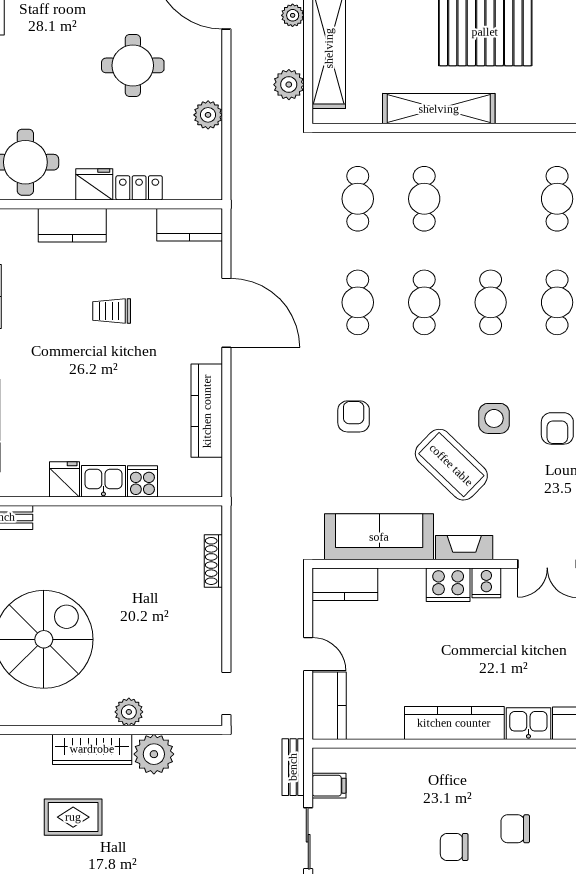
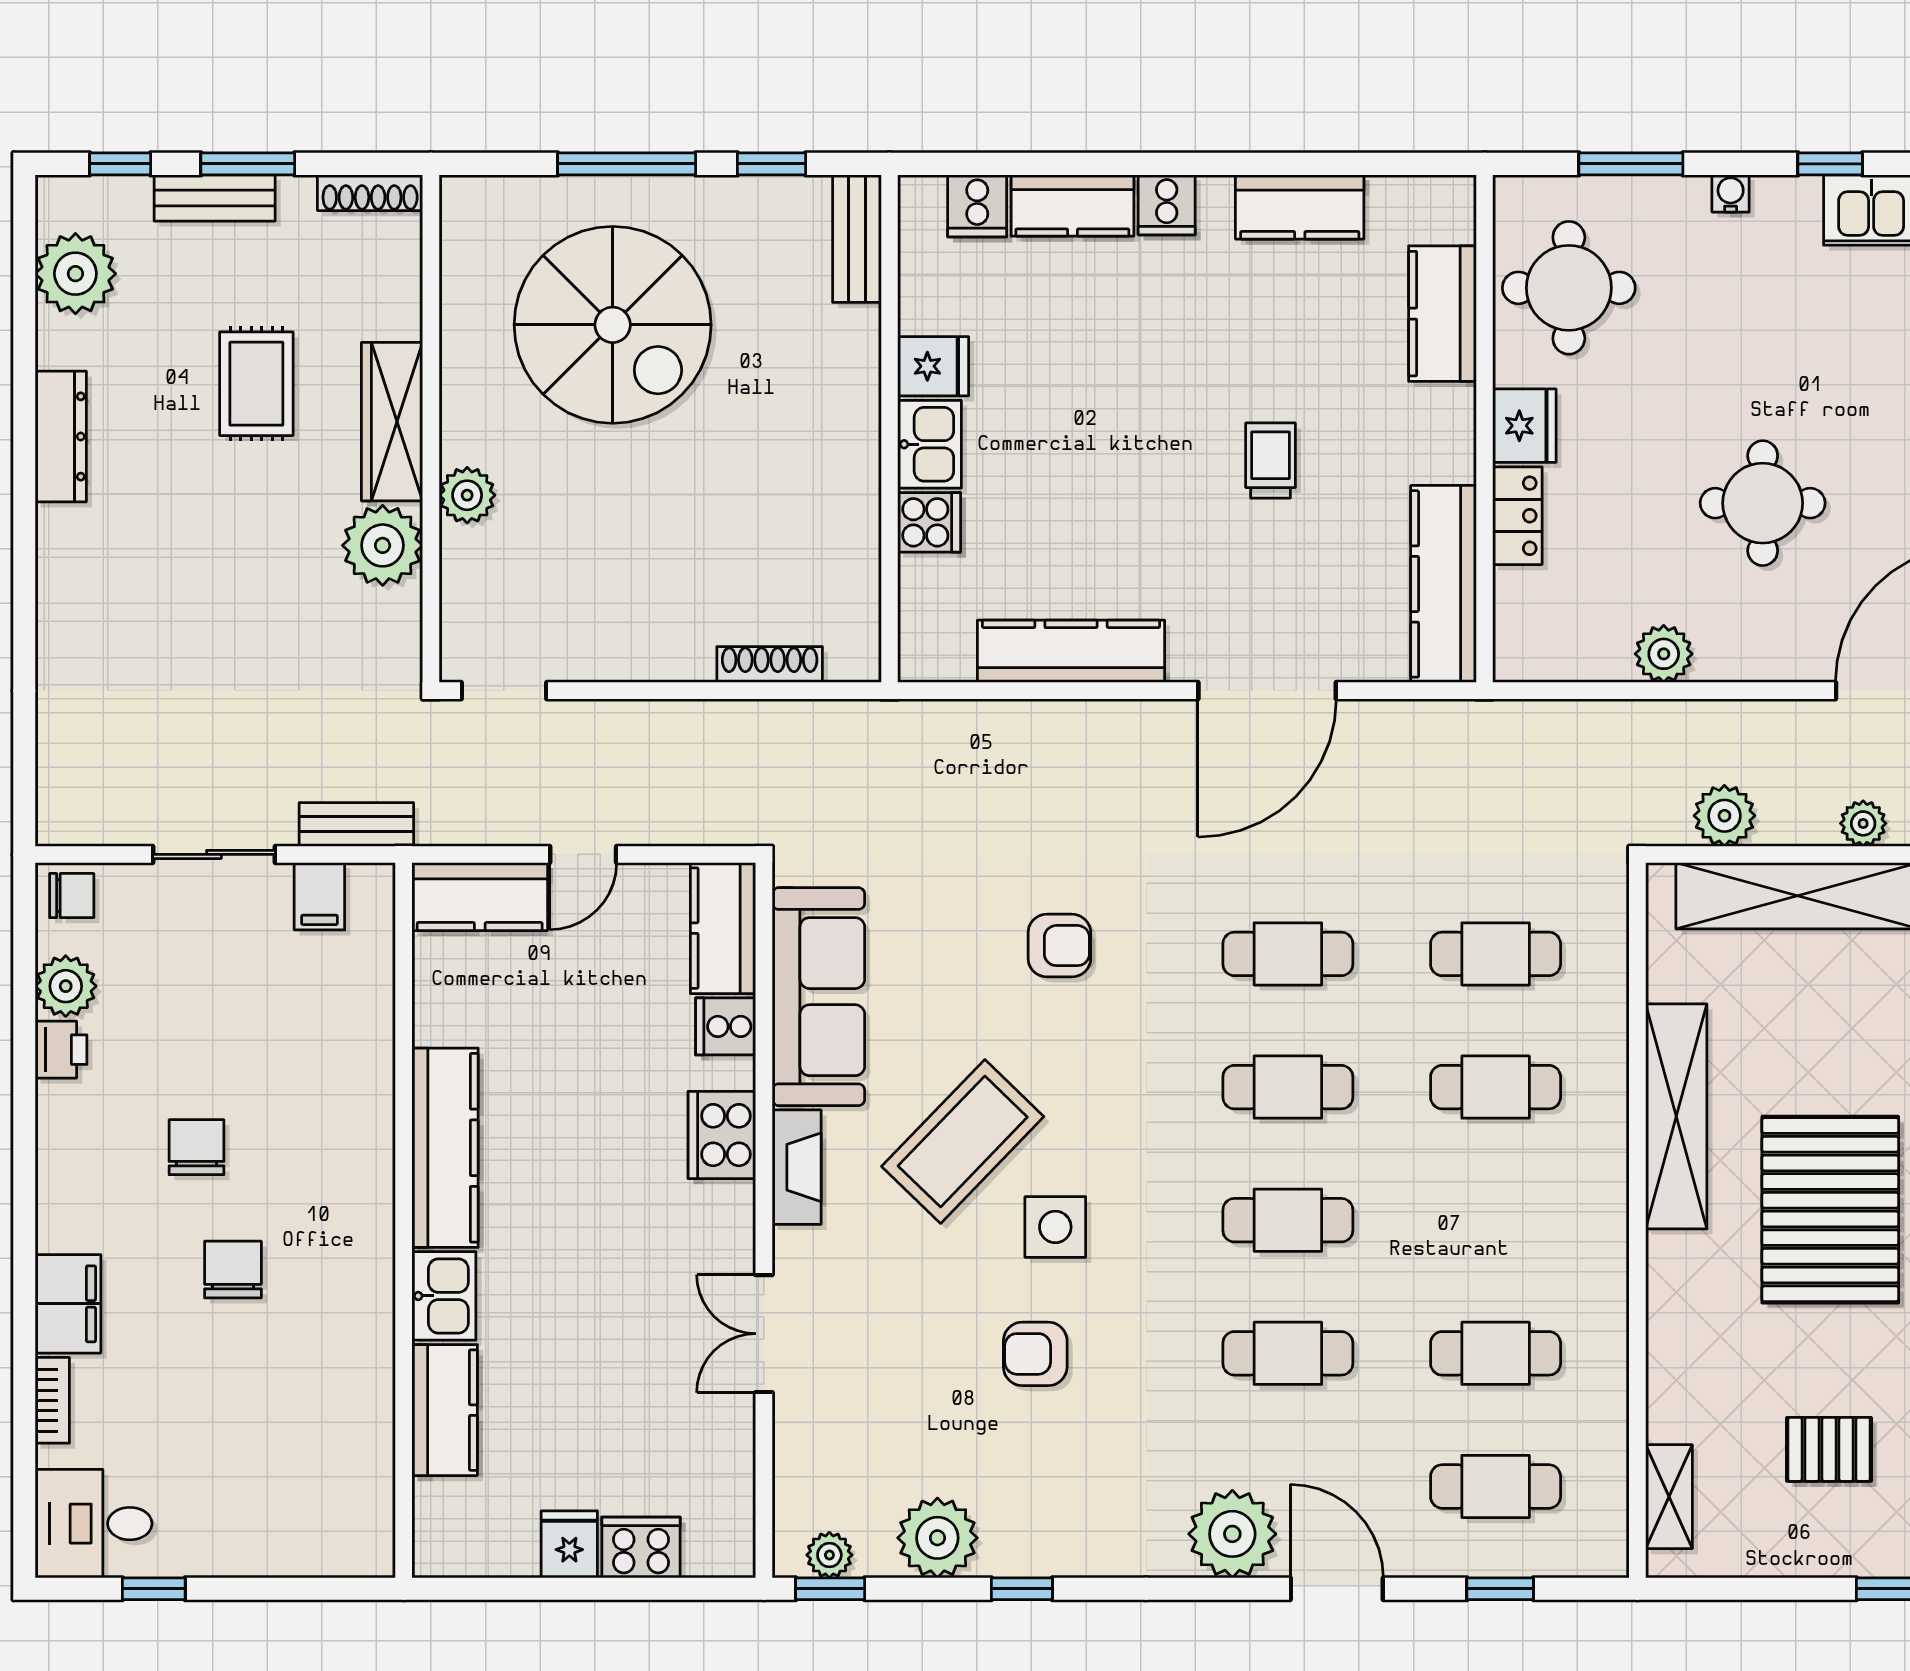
kitchen counter: (72, 225) -> (1442, 314), moved
kitchen counter: (190, 225) -> (1443, 584), width x1.50
cooker: (486, 583) -> (726, 1026), moved

